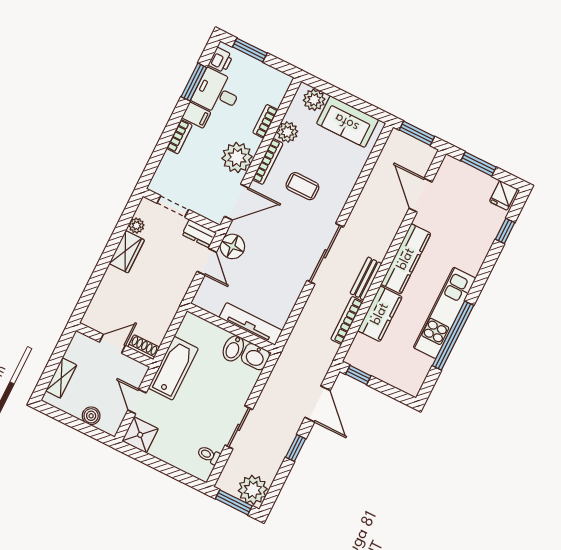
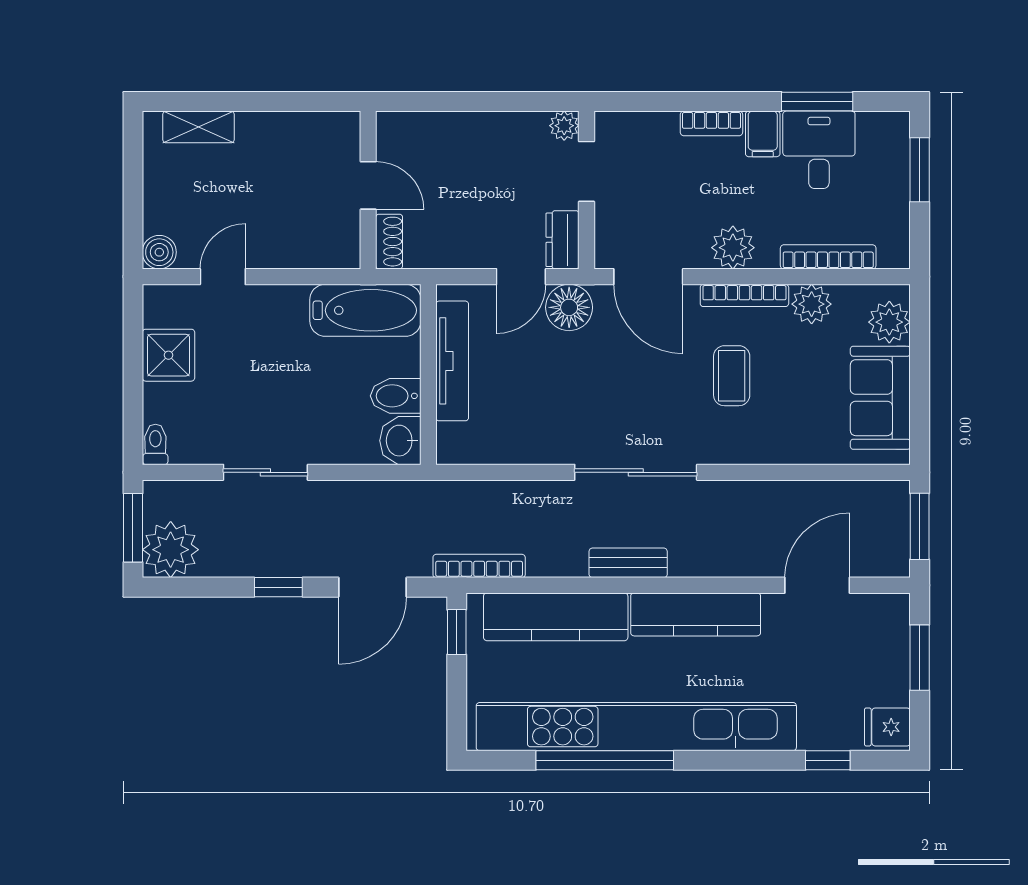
printer: (221, 60) -> (877, 129), removed
bookcase: (265, 121) -> (828, 257), width x1.56
plant: (237, 158) -> (733, 248), width x0.73, depth x0.73
plant: (136, 226) -> (564, 126), moved
wardrobe: (127, 252) -> (470, 131), removed
kitchen unit: (445, 313) -> (636, 727), width x1.86
kitchen counter: (380, 314) -> (556, 617), width x1.50
bookcase: (347, 320) -> (479, 566), moved
tv unit: (251, 324) -> (452, 361), moved
door: (112, 344) -> (368, 185), moved
wall: (115, 345) -> (368, 190), moved
shoe rack: (144, 347) -> (389, 242), moved
bathtub: (173, 368) -> (365, 310), moved
boiler: (91, 416) -> (159, 252), moved
shower: (140, 435) -> (169, 355), moved
toilet: (209, 455) -> (155, 444), moved

